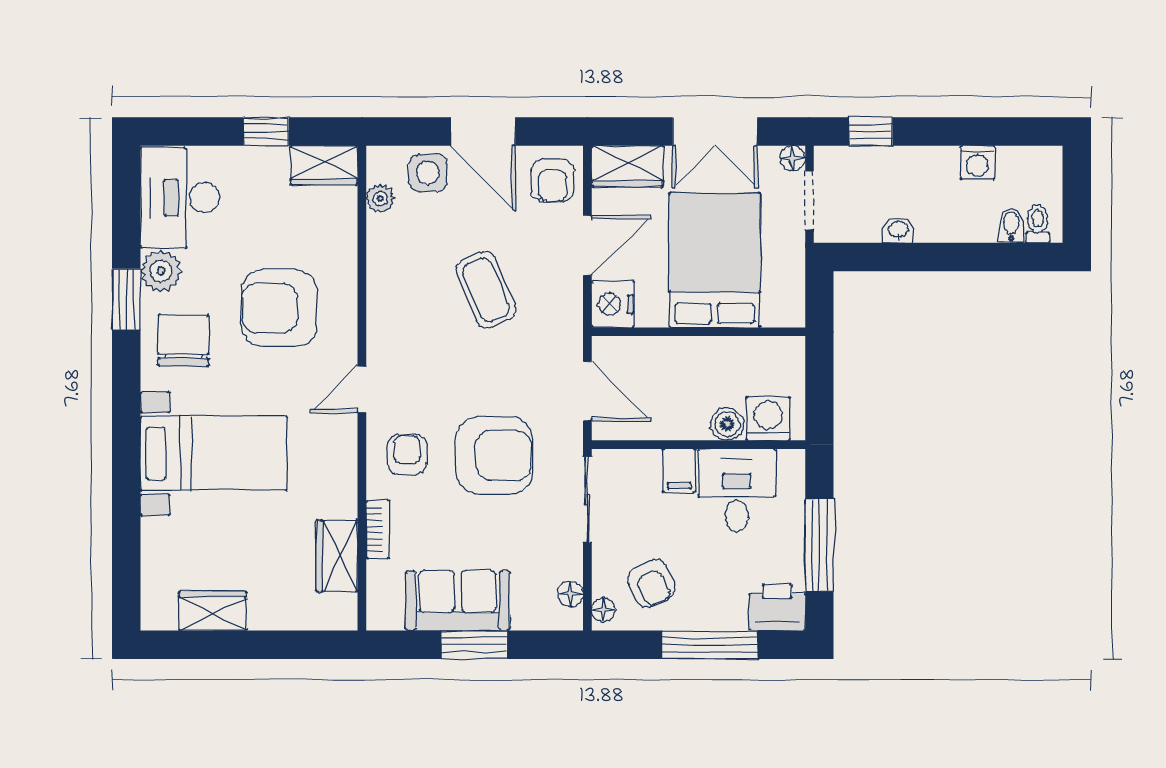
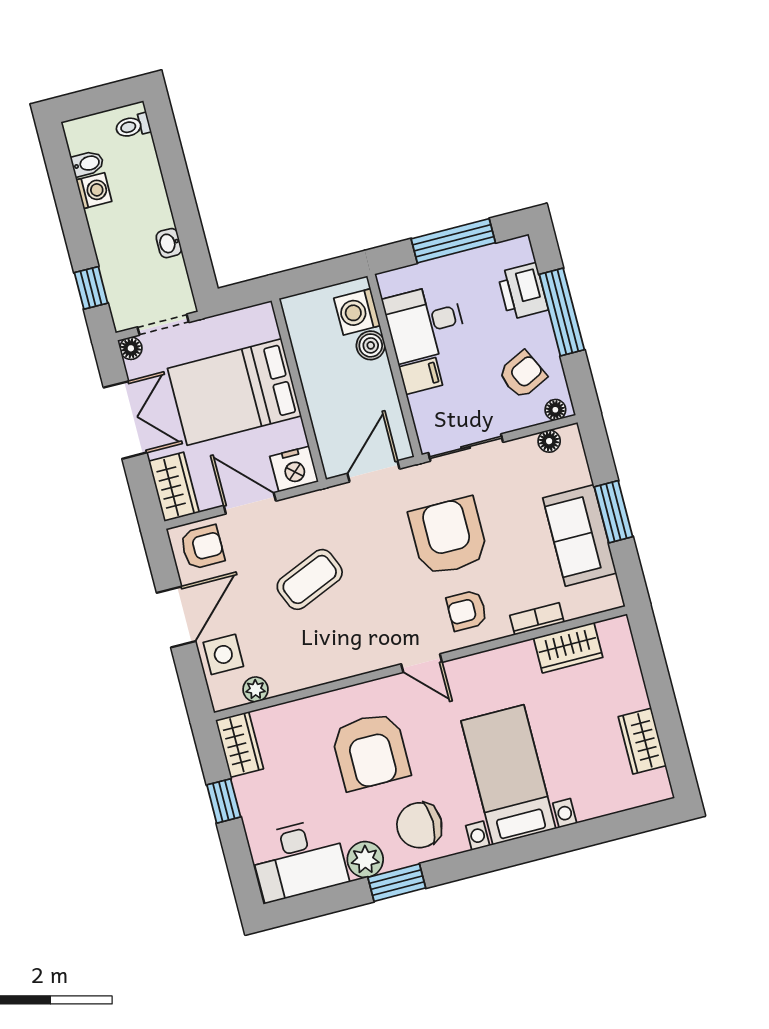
bidet: (1011, 225) -> (88, 164), moved, turned 180
printer: (777, 607) -> (523, 291), moved

